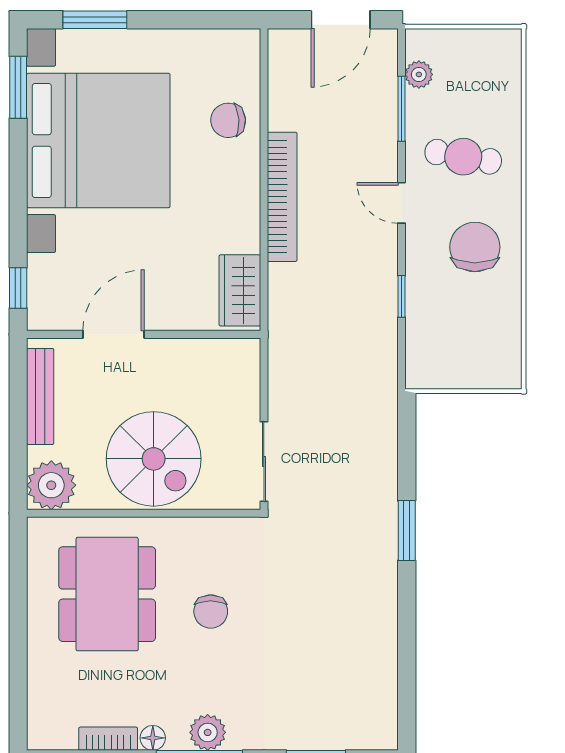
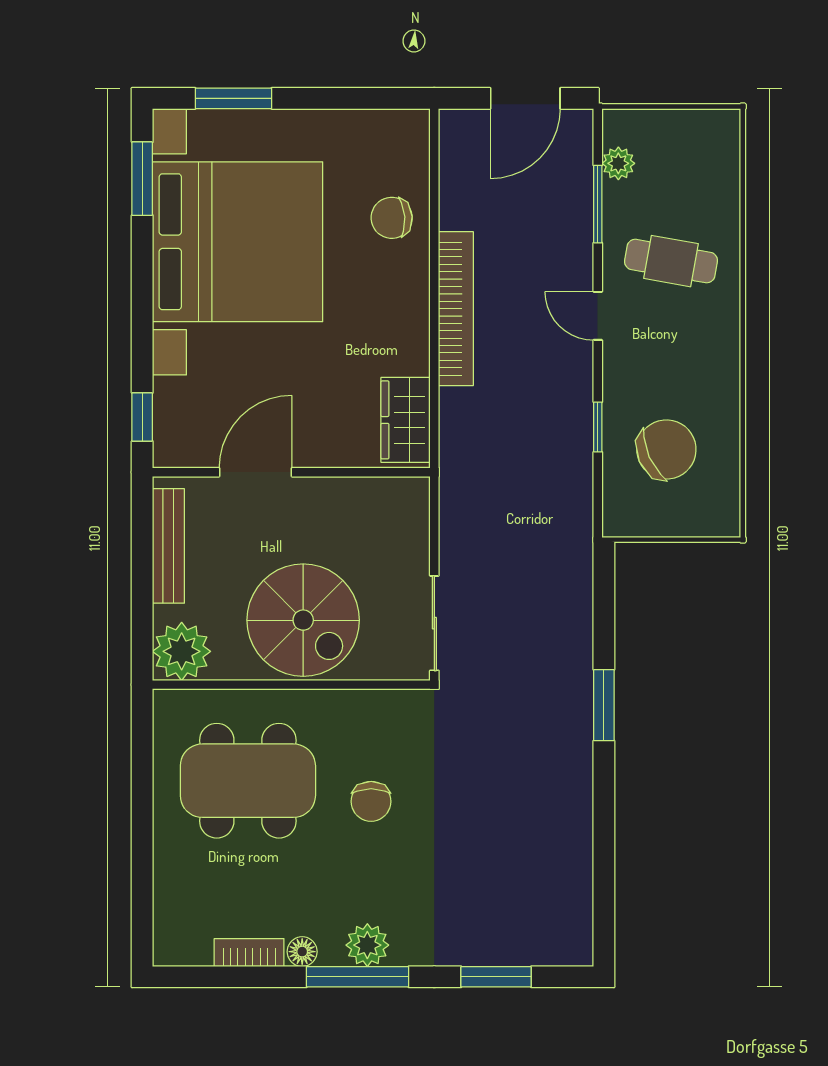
chair: (475, 247) -> (666, 449), moved, turned 66
dining table: (107, 594) -> (248, 781), turned 90

